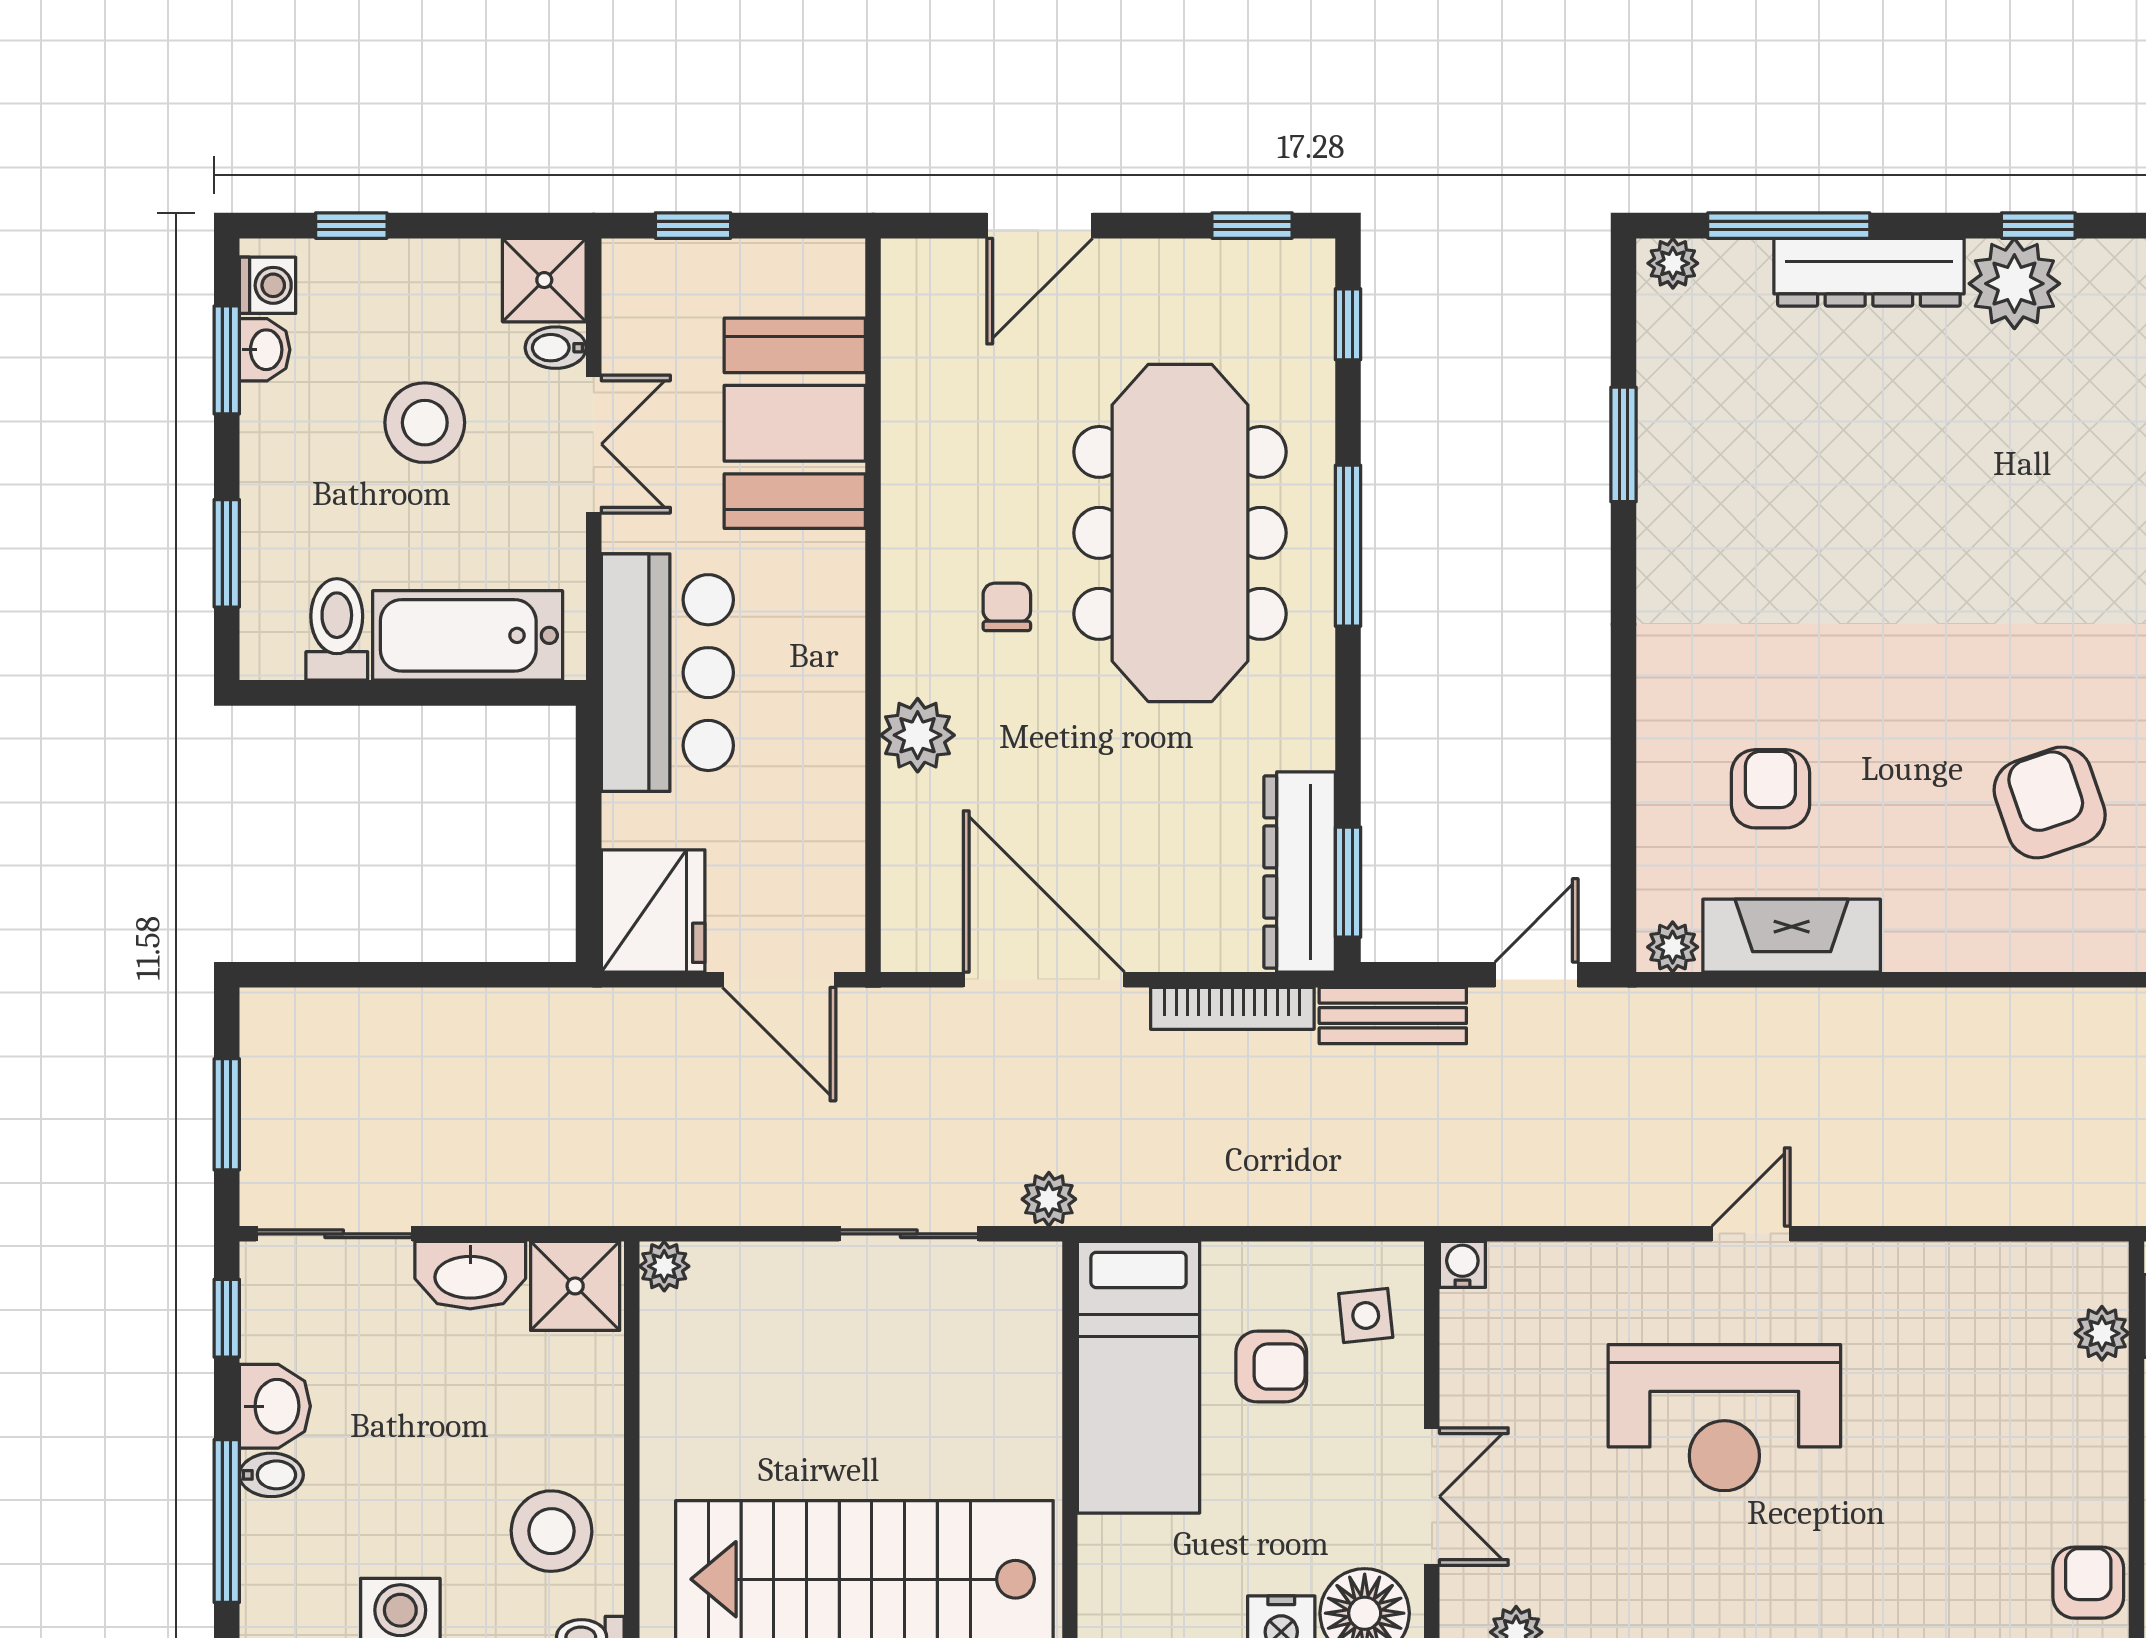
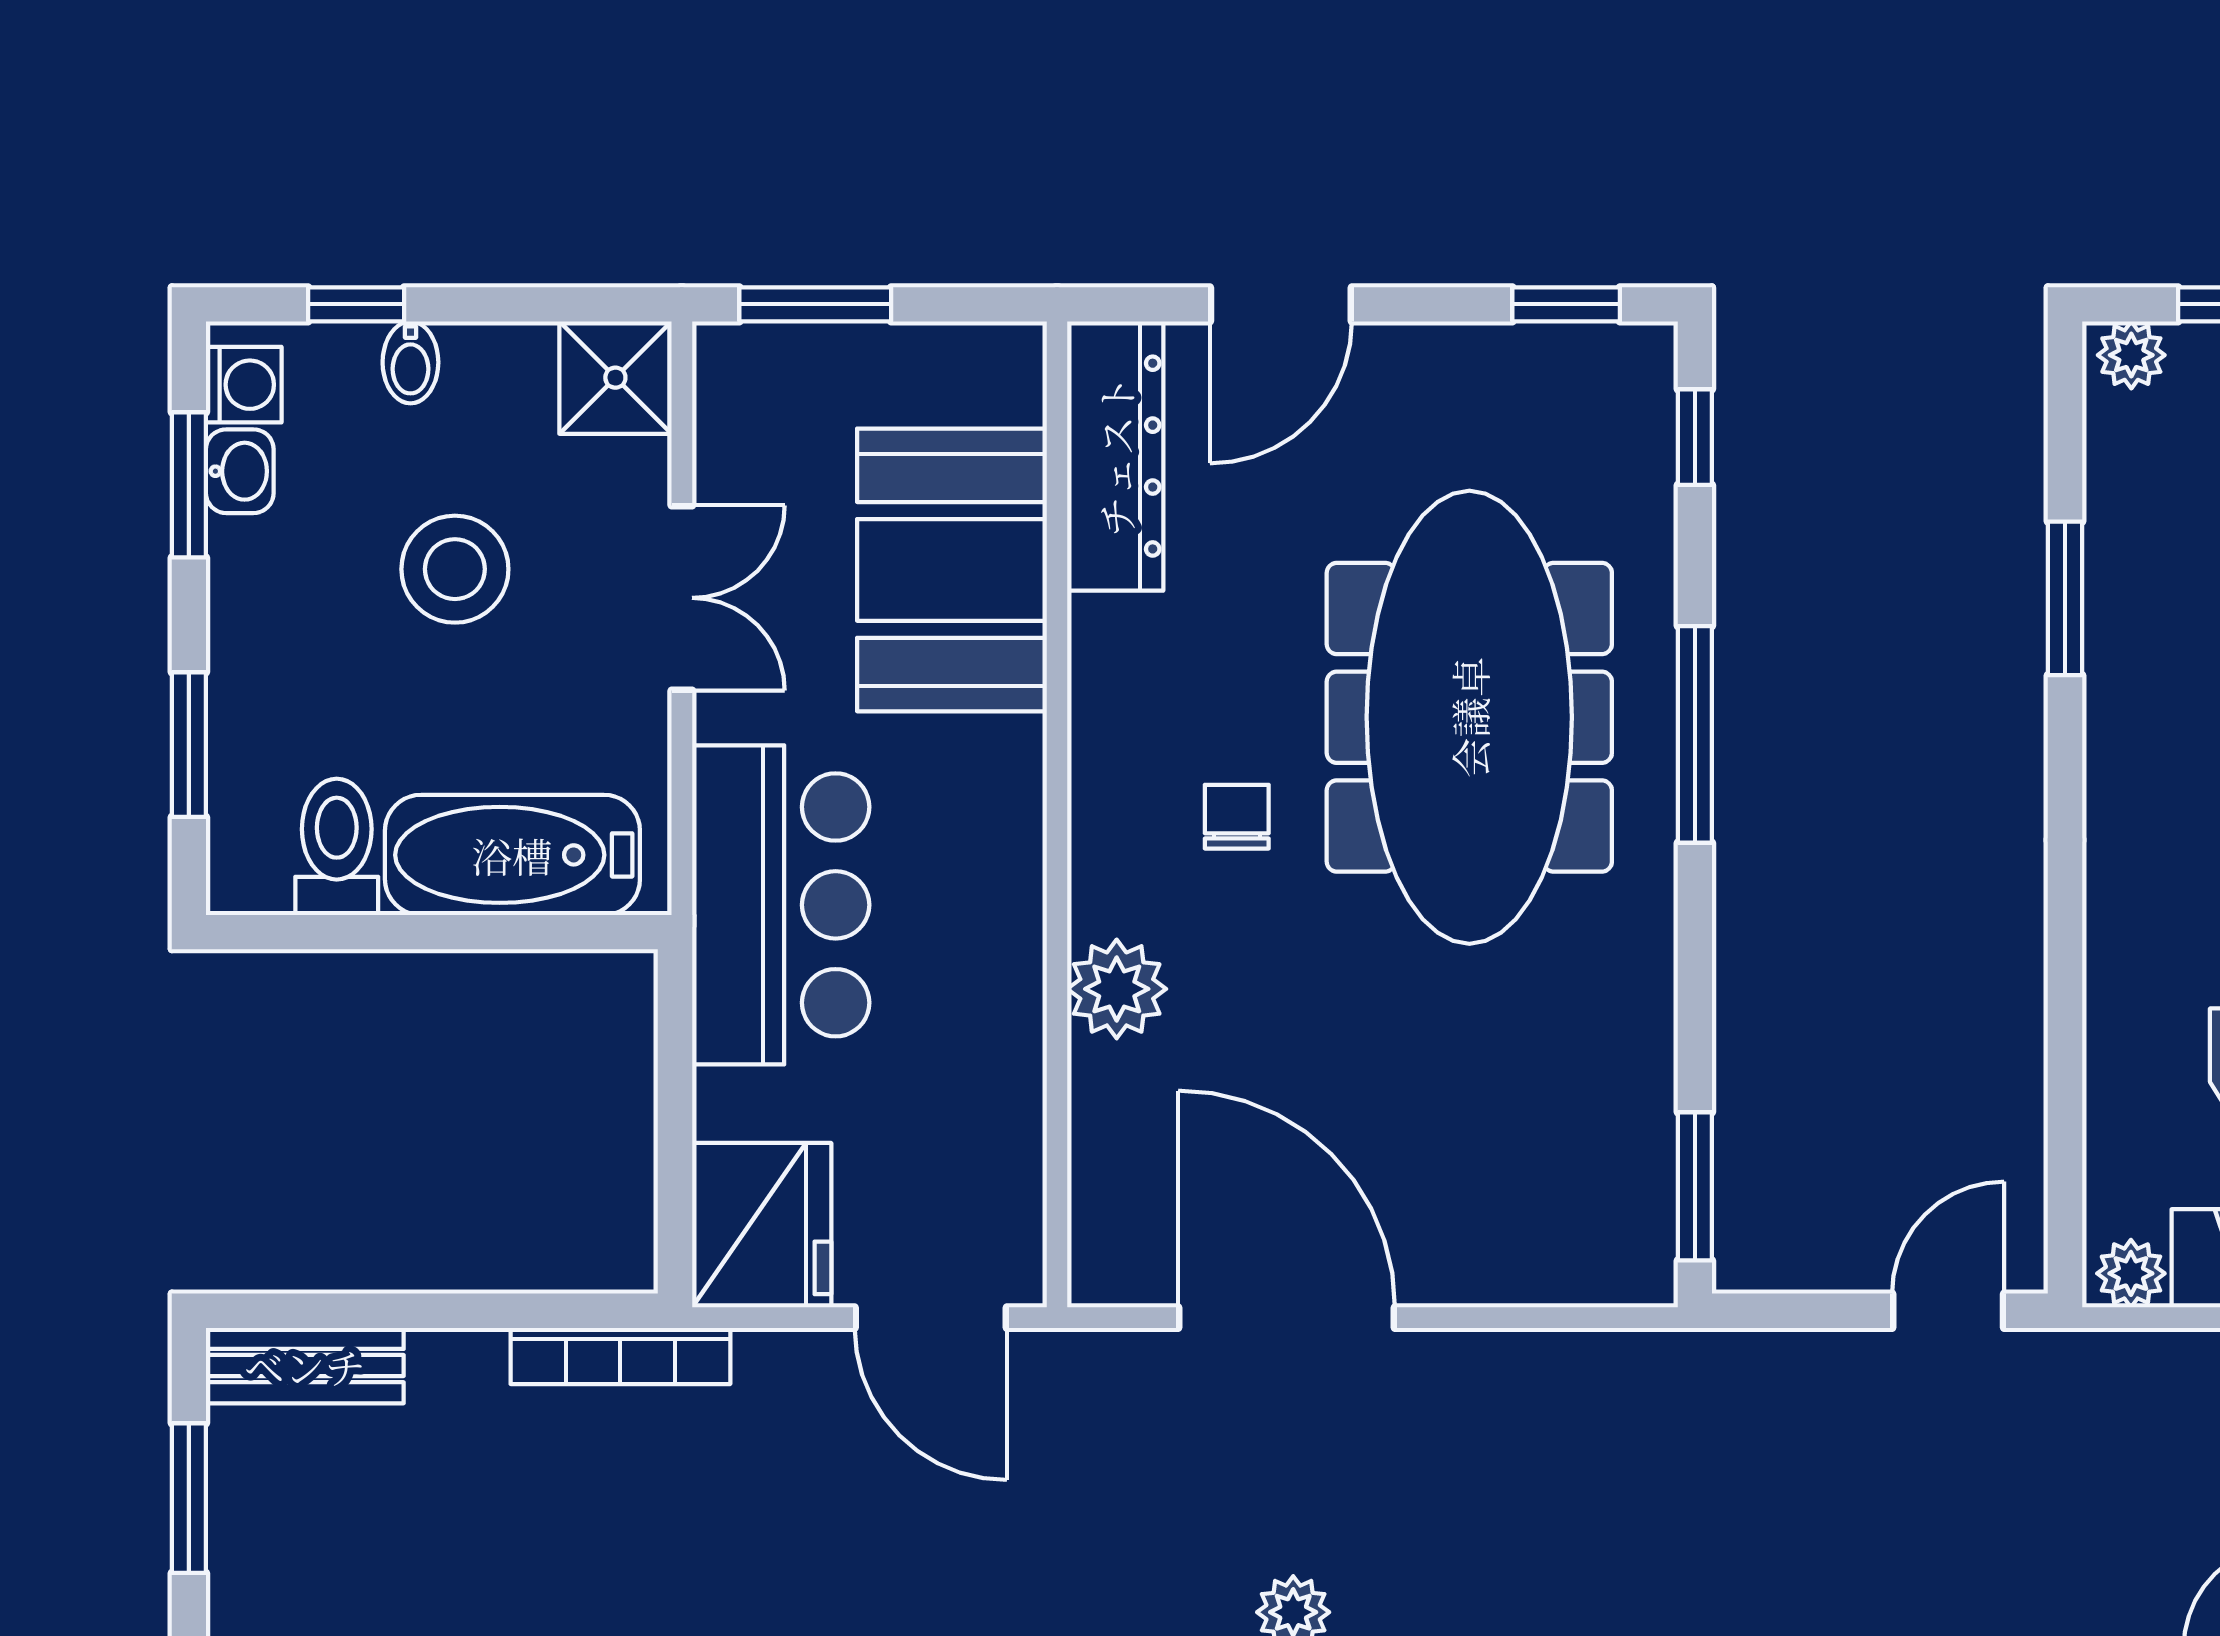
window: (693, 226) -> (815, 304), width x1.50
bidet: (556, 348) -> (410, 362), moved, turned -90
dresser: (1300, 872) -> (1115, 456), moved, turned 180
bookcase: (1232, 1008) -> (620, 1356), moved
bench: (1393, 1016) -> (305, 1366), moved

